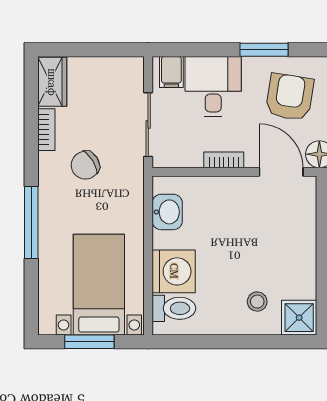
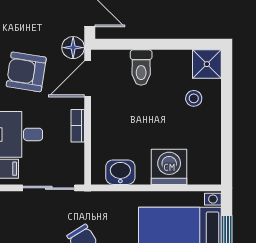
toilet: (174, 308) -> (141, 68), moved, turned 180

